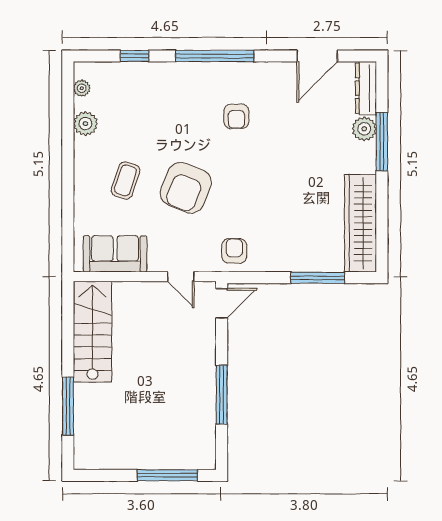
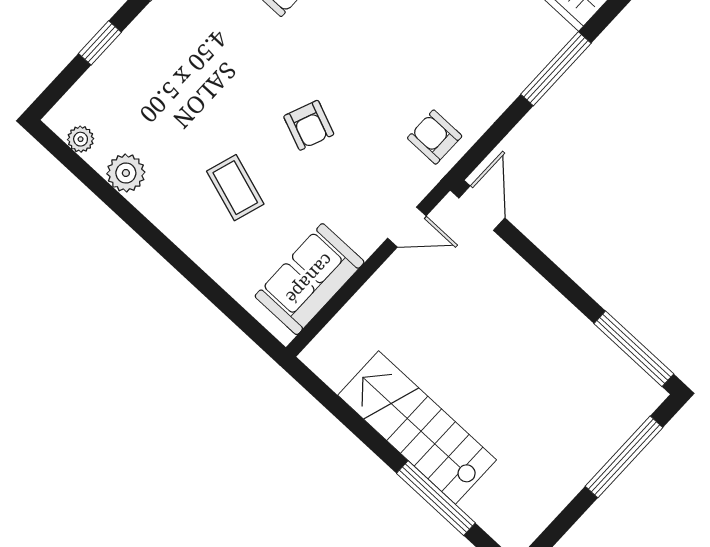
armchair: (186, 188) -> (309, 125), width x0.53, depth x0.53
stairs: (92, 332) -> (417, 427), moved
window: (222, 395) -> (634, 349), moved

